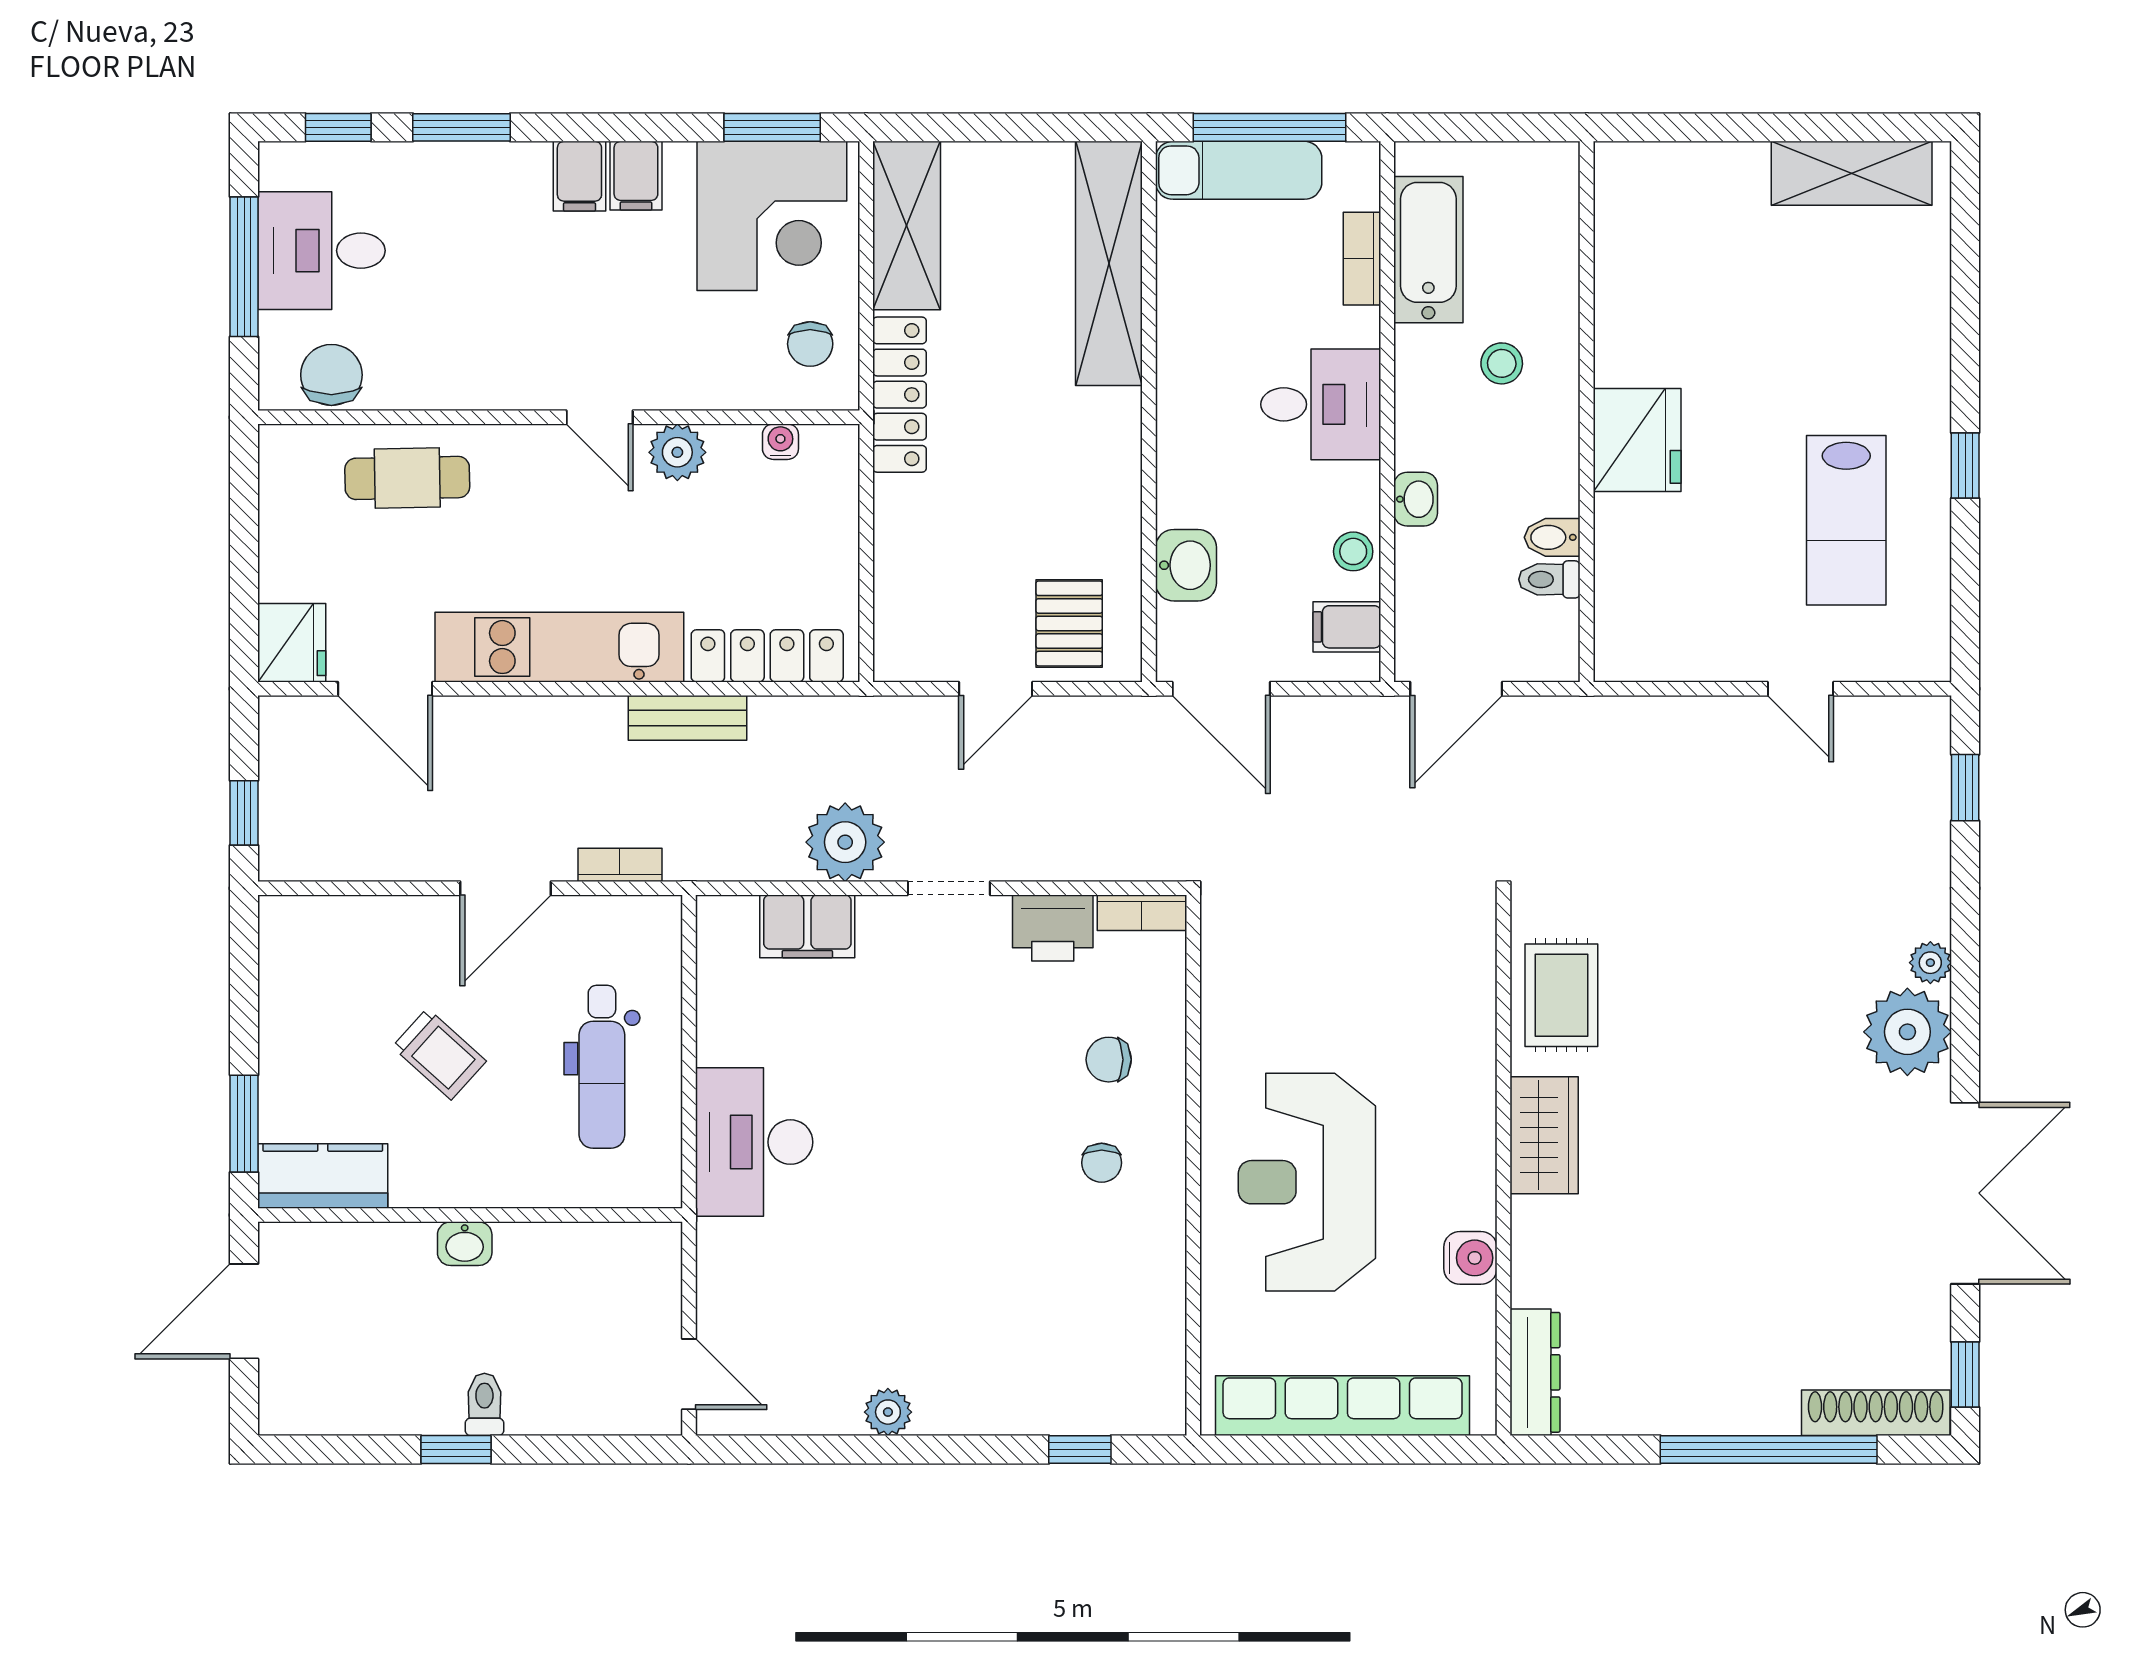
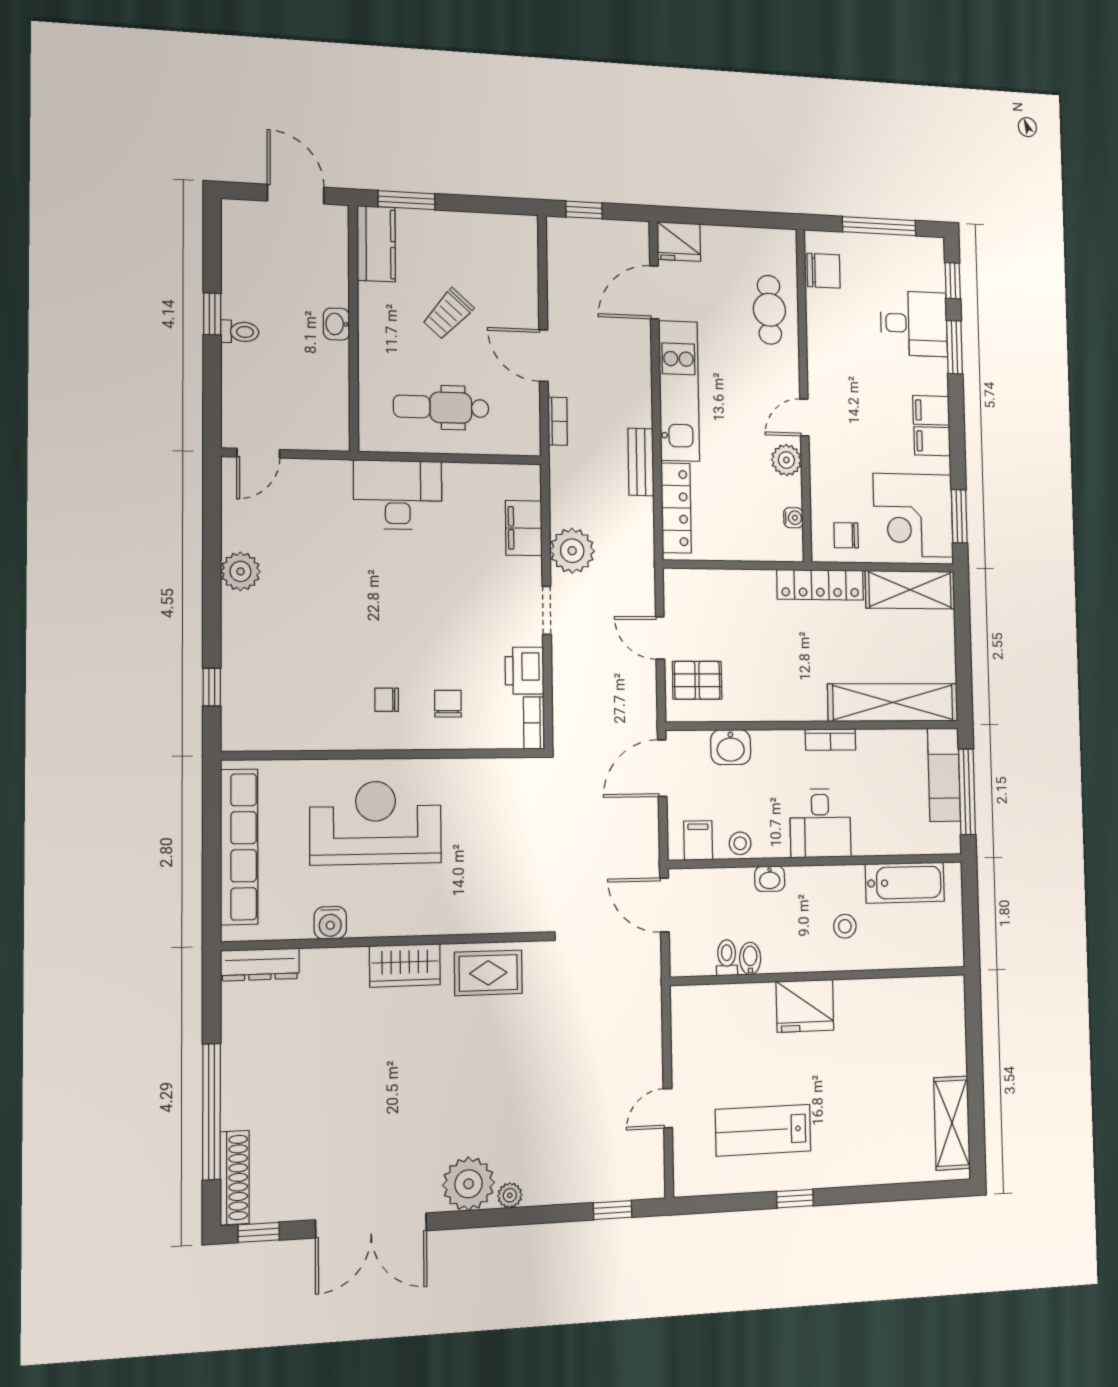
desk: (321, 251) -> (914, 323), moved, turned 90
bookcase: (1362, 259) -> (830, 740), moved, turned 180
plant: (888, 1412) -> (240, 571), width x1.38, depth x1.38

